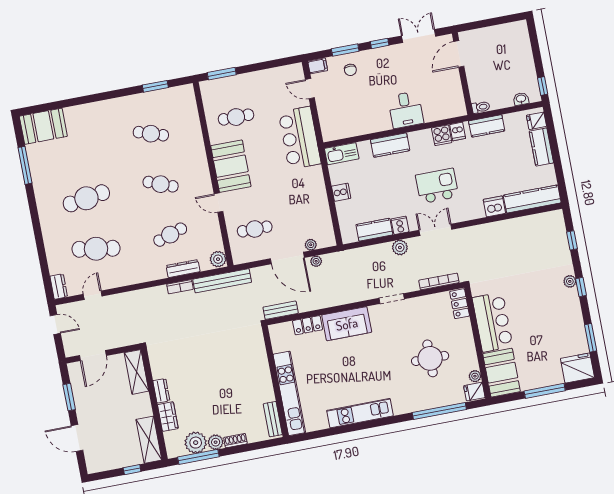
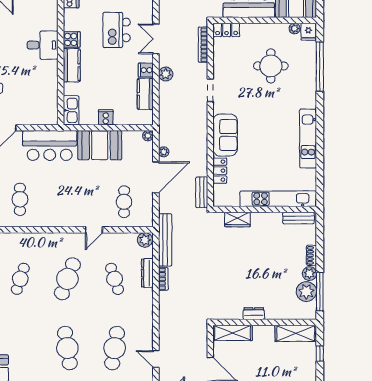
cooker: (442, 135) -> (72, 39), moved
booth: (231, 166) -> (100, 145), moved
cafe table: (161, 184) -> (67, 279), width x1.37, depth x1.35
plant: (311, 245) -> (148, 136), moved
wardrobe: (168, 417) -> (237, 219), moved, turned 180

